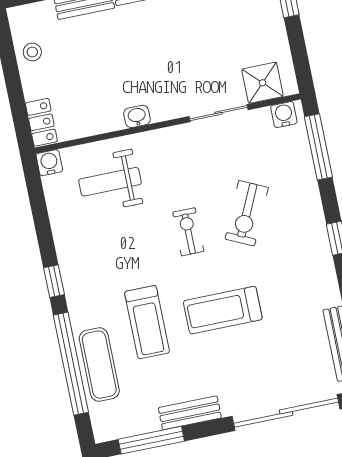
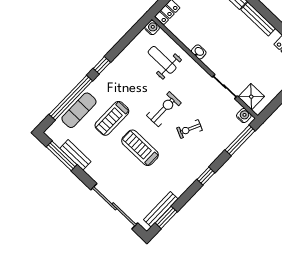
exercise bike: (247, 213) -> (189, 129), width x0.73, depth x0.72
exercise bike: (188, 232) -> (164, 109), width x1.38, depth x1.39
bench: (190, 413) -> (75, 155), moved

